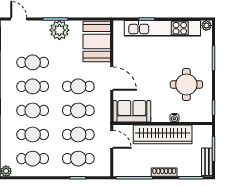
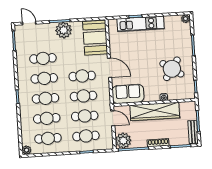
kitchen unit: (162, 28) -> (141, 24), width x0.73
round table: (186, 85) -> (172, 69), turned 34
plant: (123, 167) -> (123, 141), added

